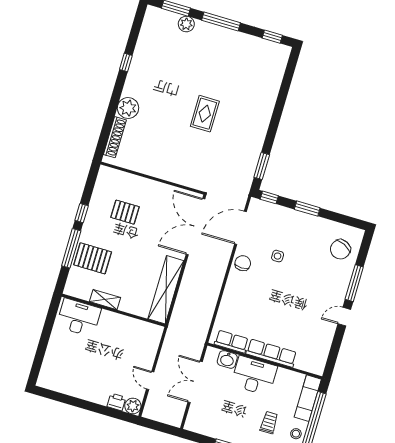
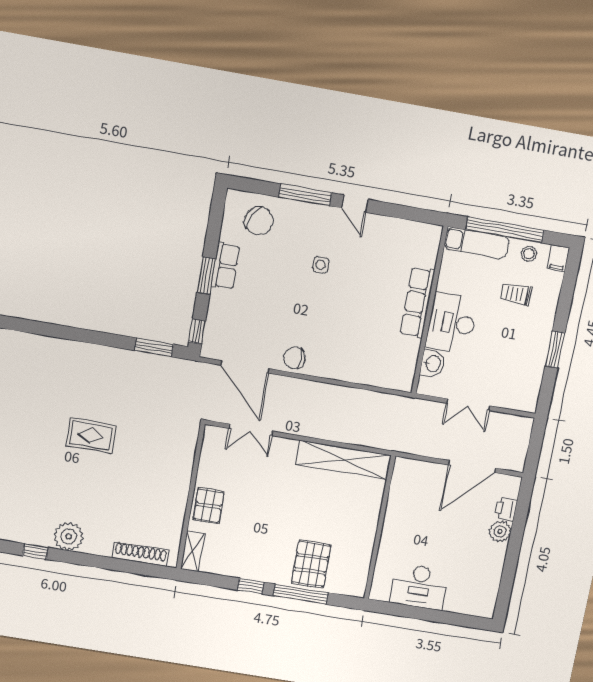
plant: (128, 108) -> (69, 536), moved
pallet: (125, 212) -> (209, 506), moved
double door: (195, 227) -> (251, 430), width x0.54
side table: (278, 256) -> (321, 265), moved
shelving: (105, 300) -> (193, 551), moved
desk: (79, 317) -> (419, 587), moved, turned -90
row of seats: (231, 342) -> (225, 266), moved, turned 180
door: (150, 381) -> (472, 466), width x1.87
double door: (195, 382) -> (468, 405), width x0.73
plant: (133, 406) -> (500, 531), moved

